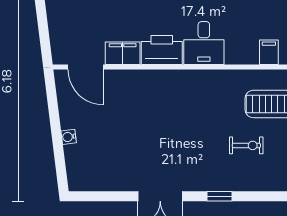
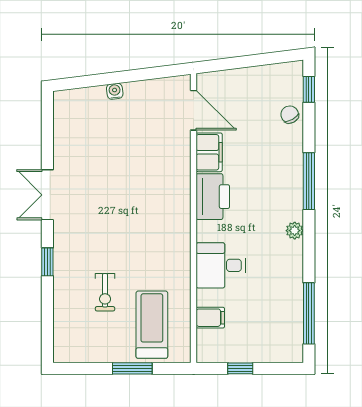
desk: (204, 43) -> (221, 265), moved
door: (86, 67) -> (194, 110), swing flipped

